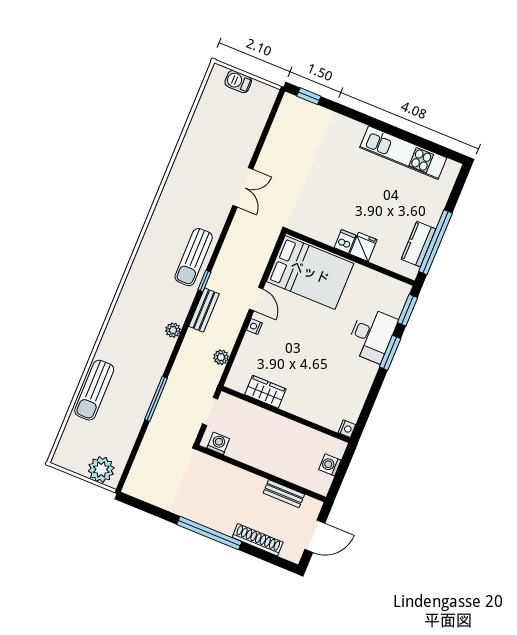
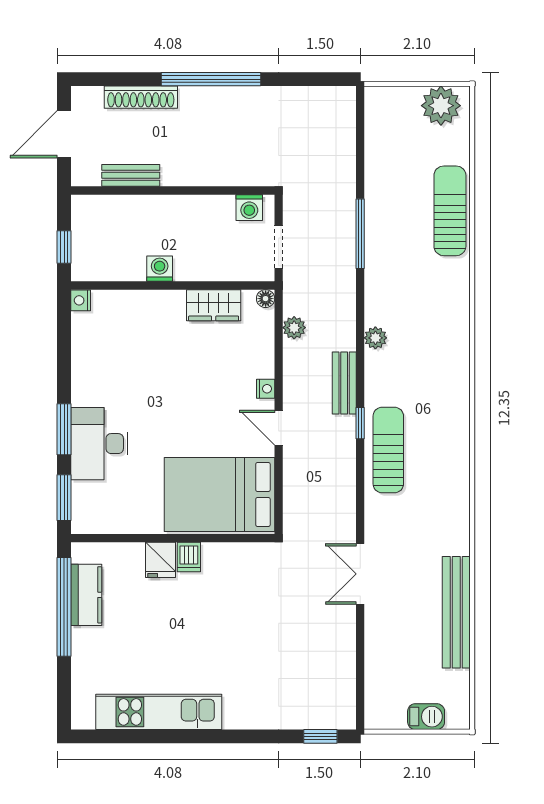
bench: (193, 139) -> (456, 612), added
floor lamp: (231, 383) -> (266, 299), added
washing machine: (330, 465) -> (160, 269), moved, turned -90
window: (344, 466) -> (64, 247), added
plant: (101, 469) -> (441, 106), moved

